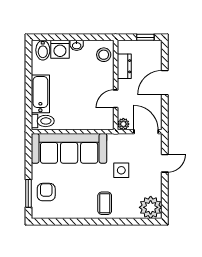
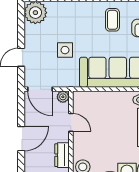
door: (116, 99) -> (71, 122), hinge flipped
coffee table: (105, 203) -> (112, 20), moved

